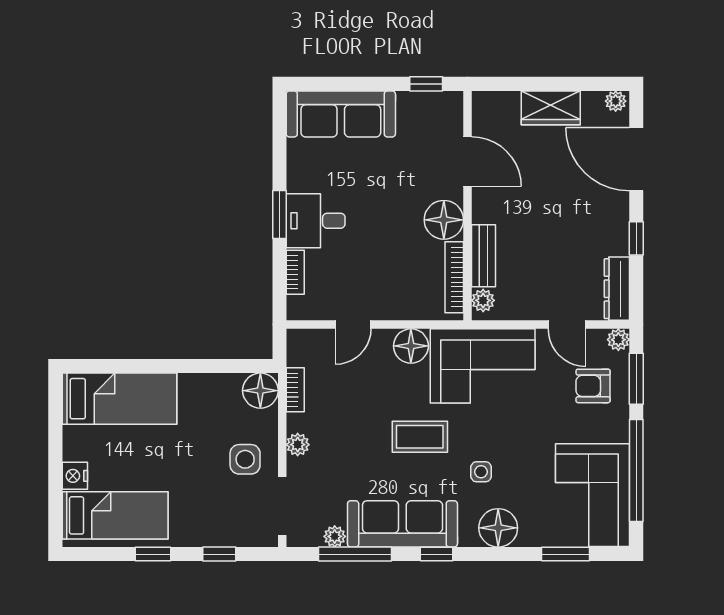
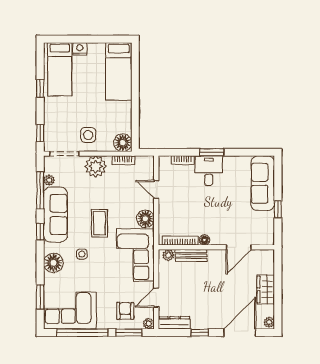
window: (426, 84) -> (278, 209), moved
floor lamp: (444, 220) -> (205, 240), width x0.53, depth x0.53
plant: (298, 445) -> (96, 167), width x1.87, depth x1.87
window: (219, 554) -> (40, 133), moved

